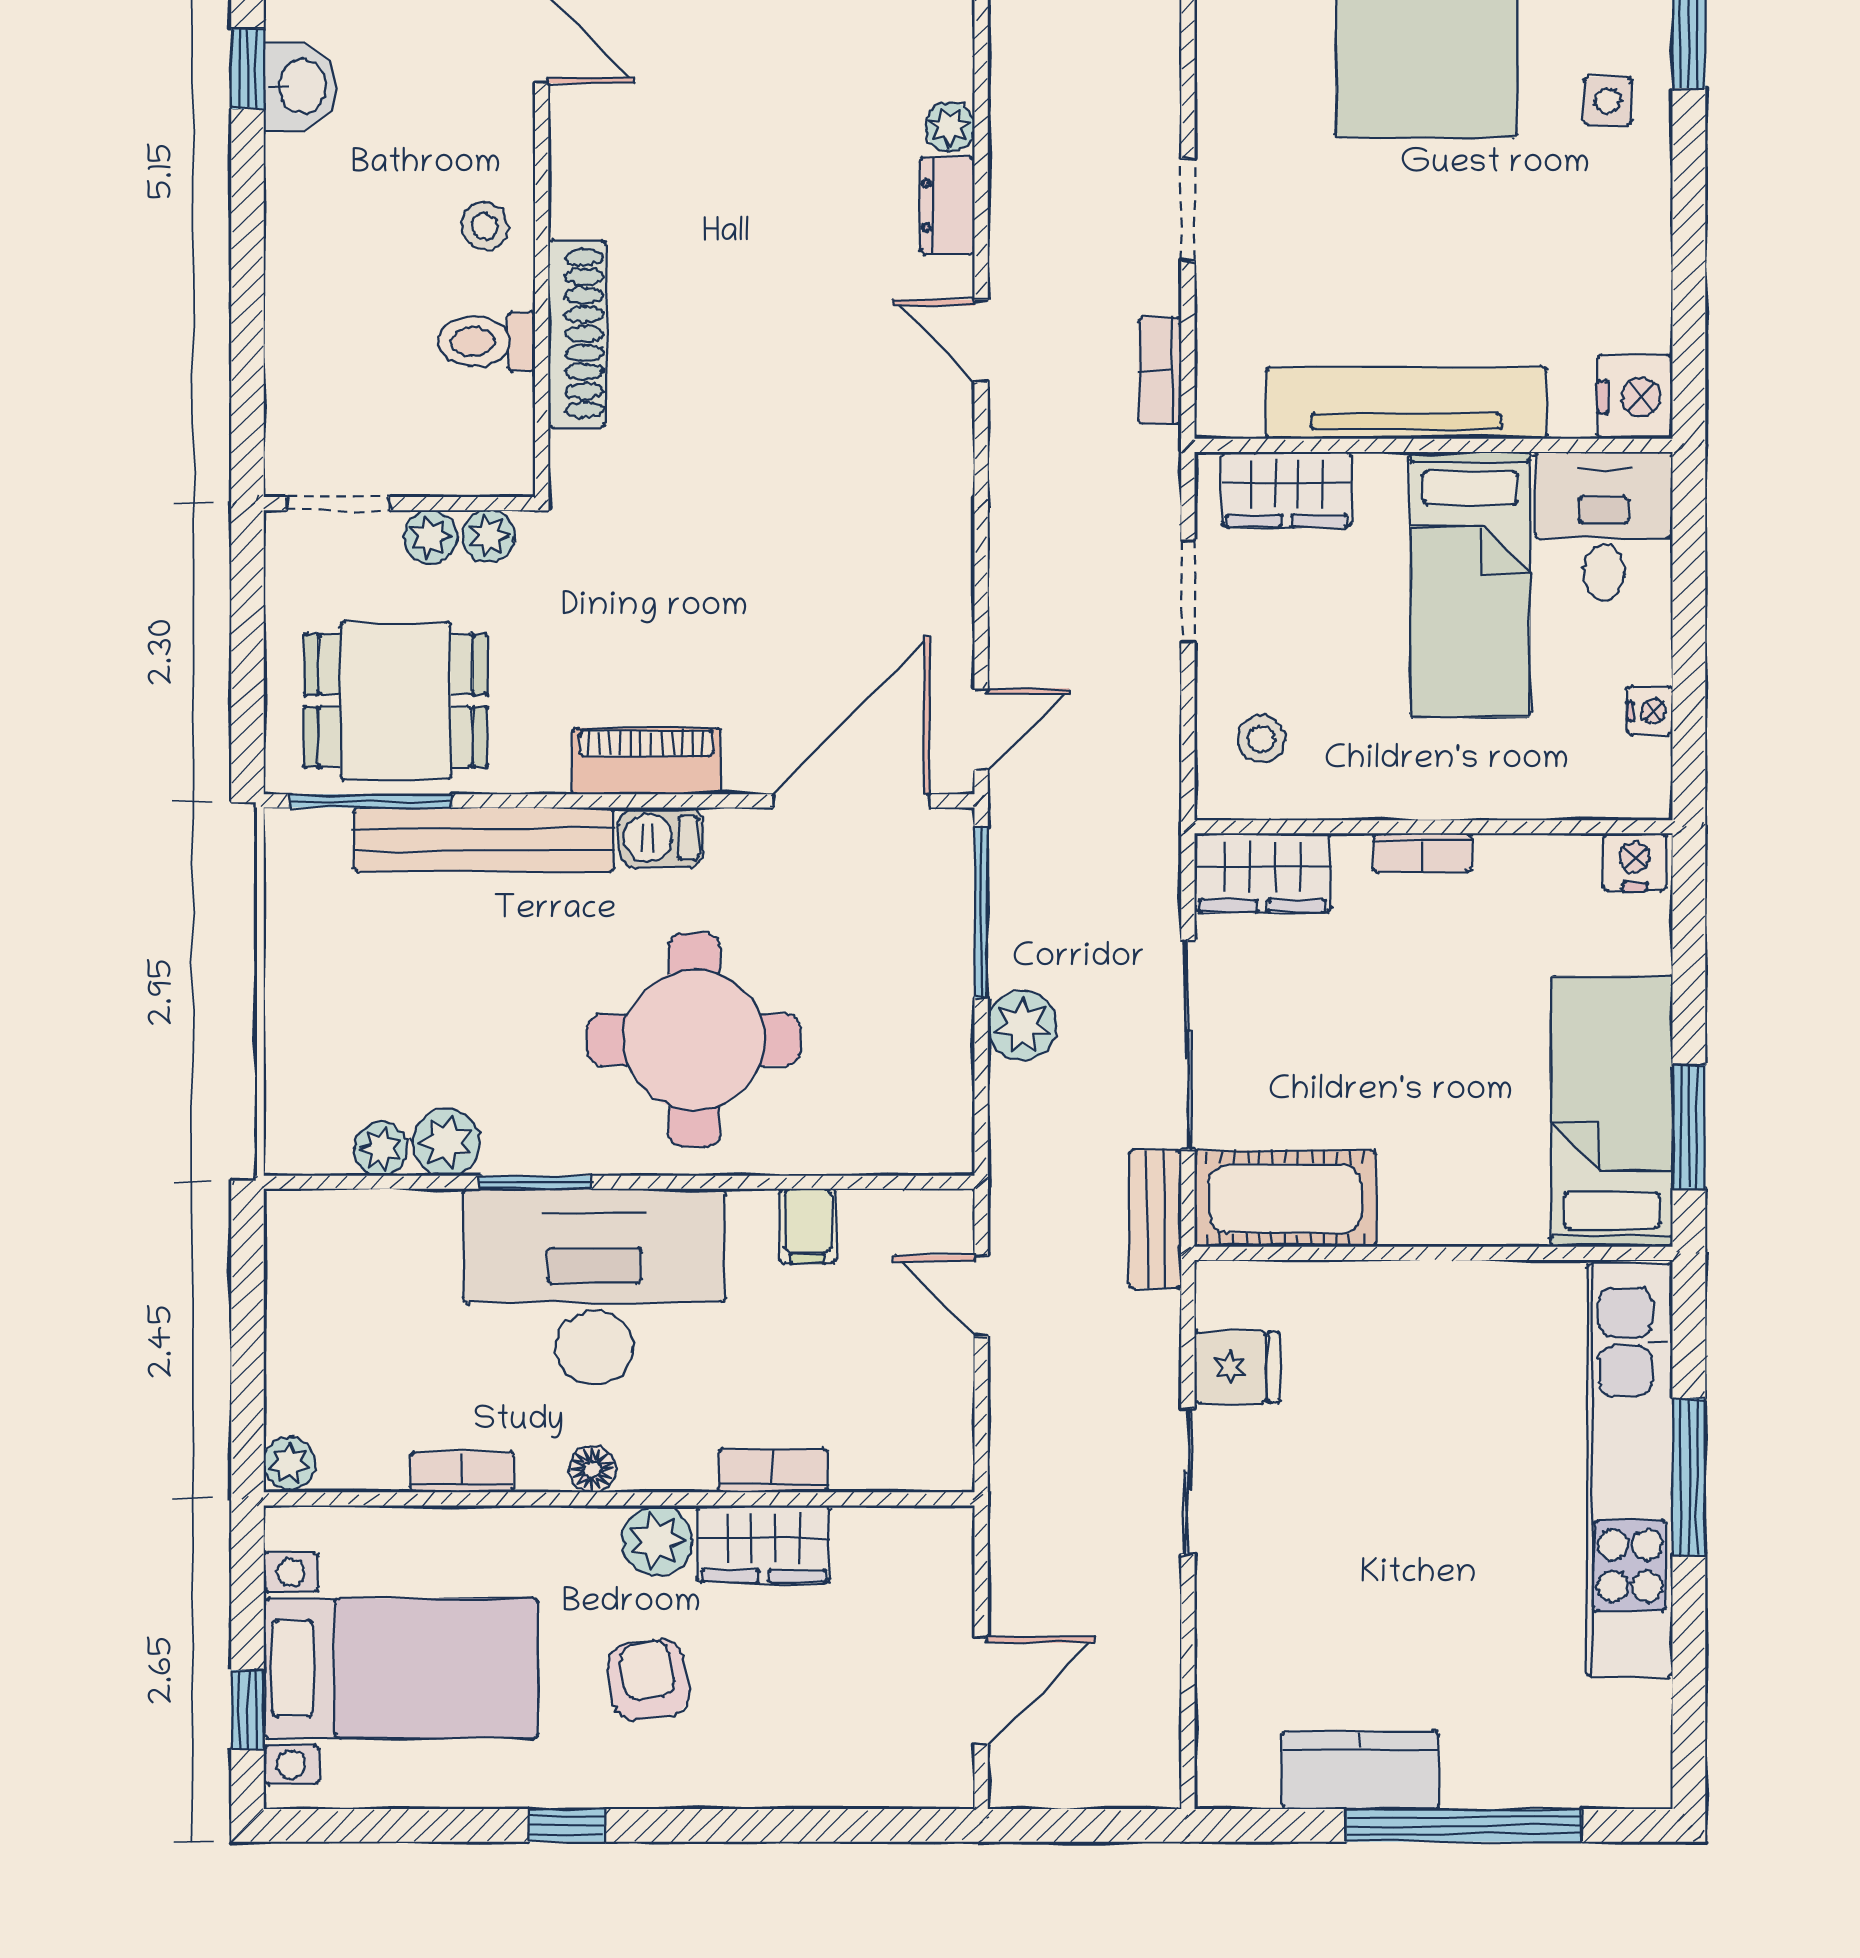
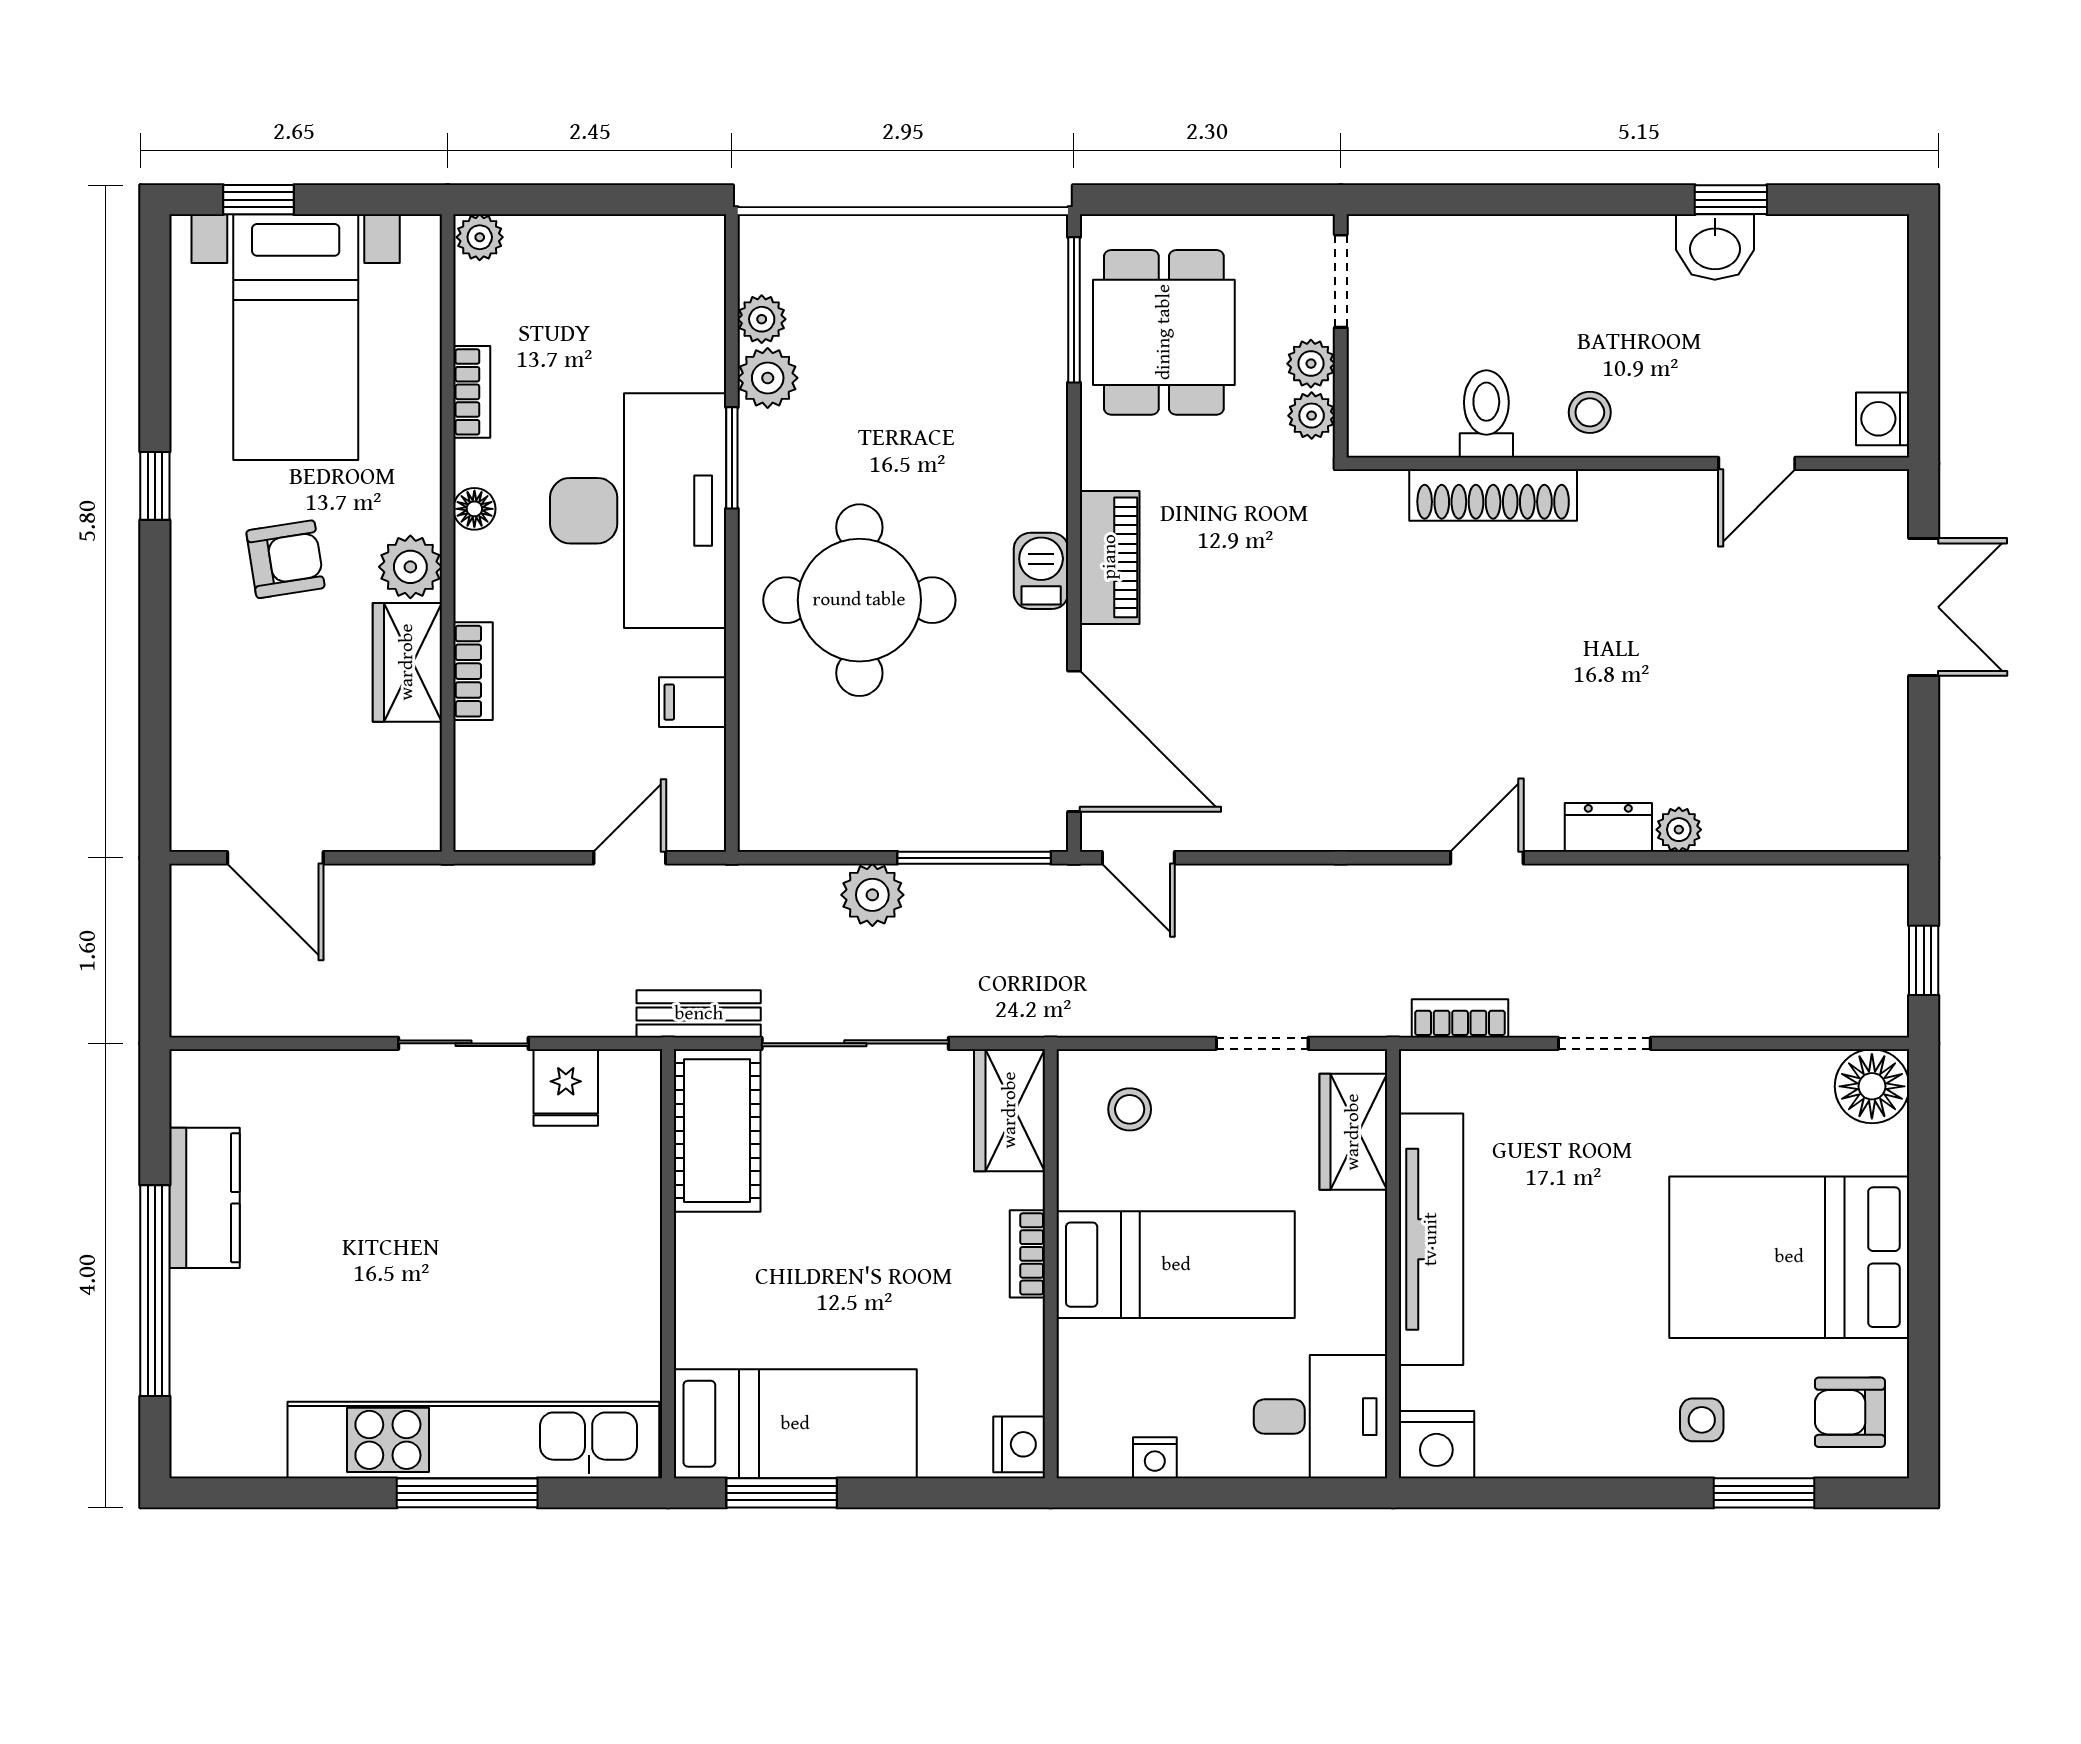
bed: (1470, 585) -> (1176, 1265), moved, turned 180
bench: (484, 840) -> (1039, 412), removed

